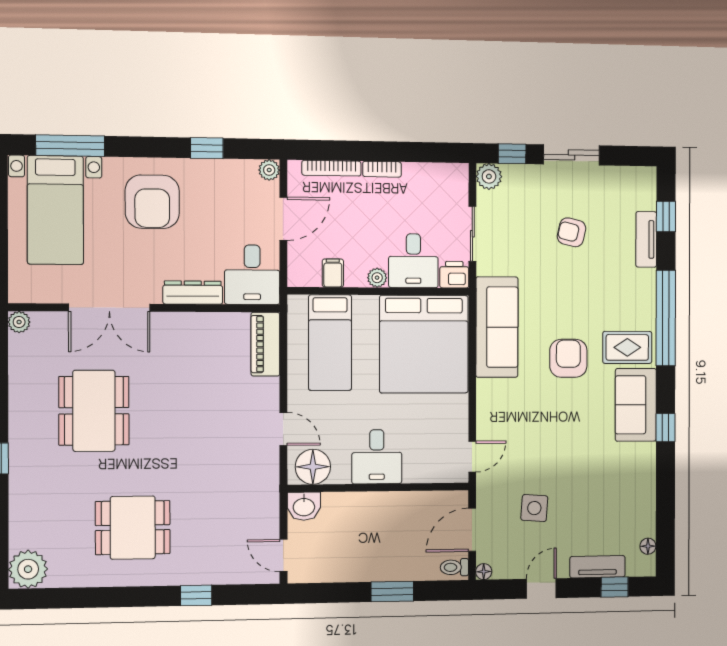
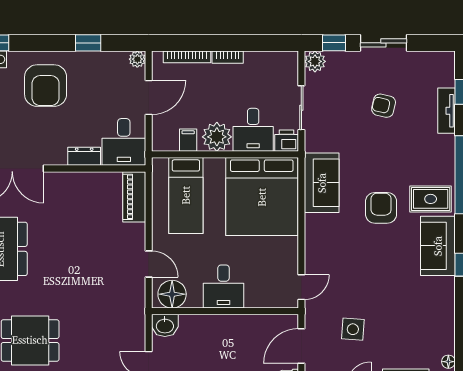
plant: (377, 278) -> (217, 137), width x1.88, depth x1.88
dresser: (193, 293) -> (84, 156), width x0.70
sofa: (497, 327) -> (322, 183), width x0.73

